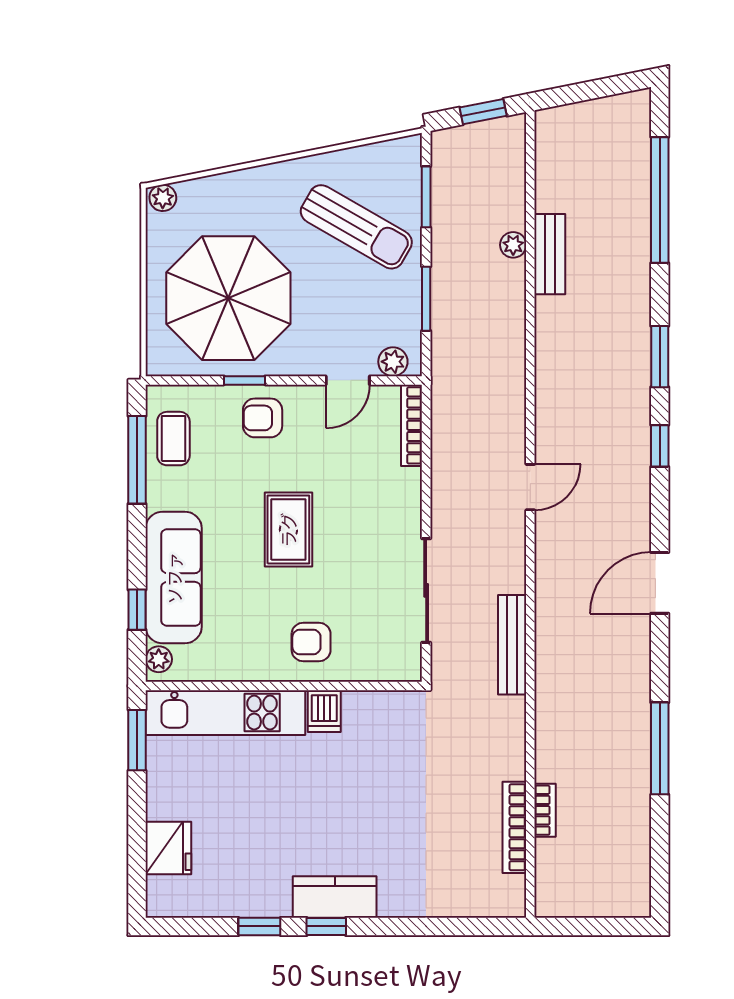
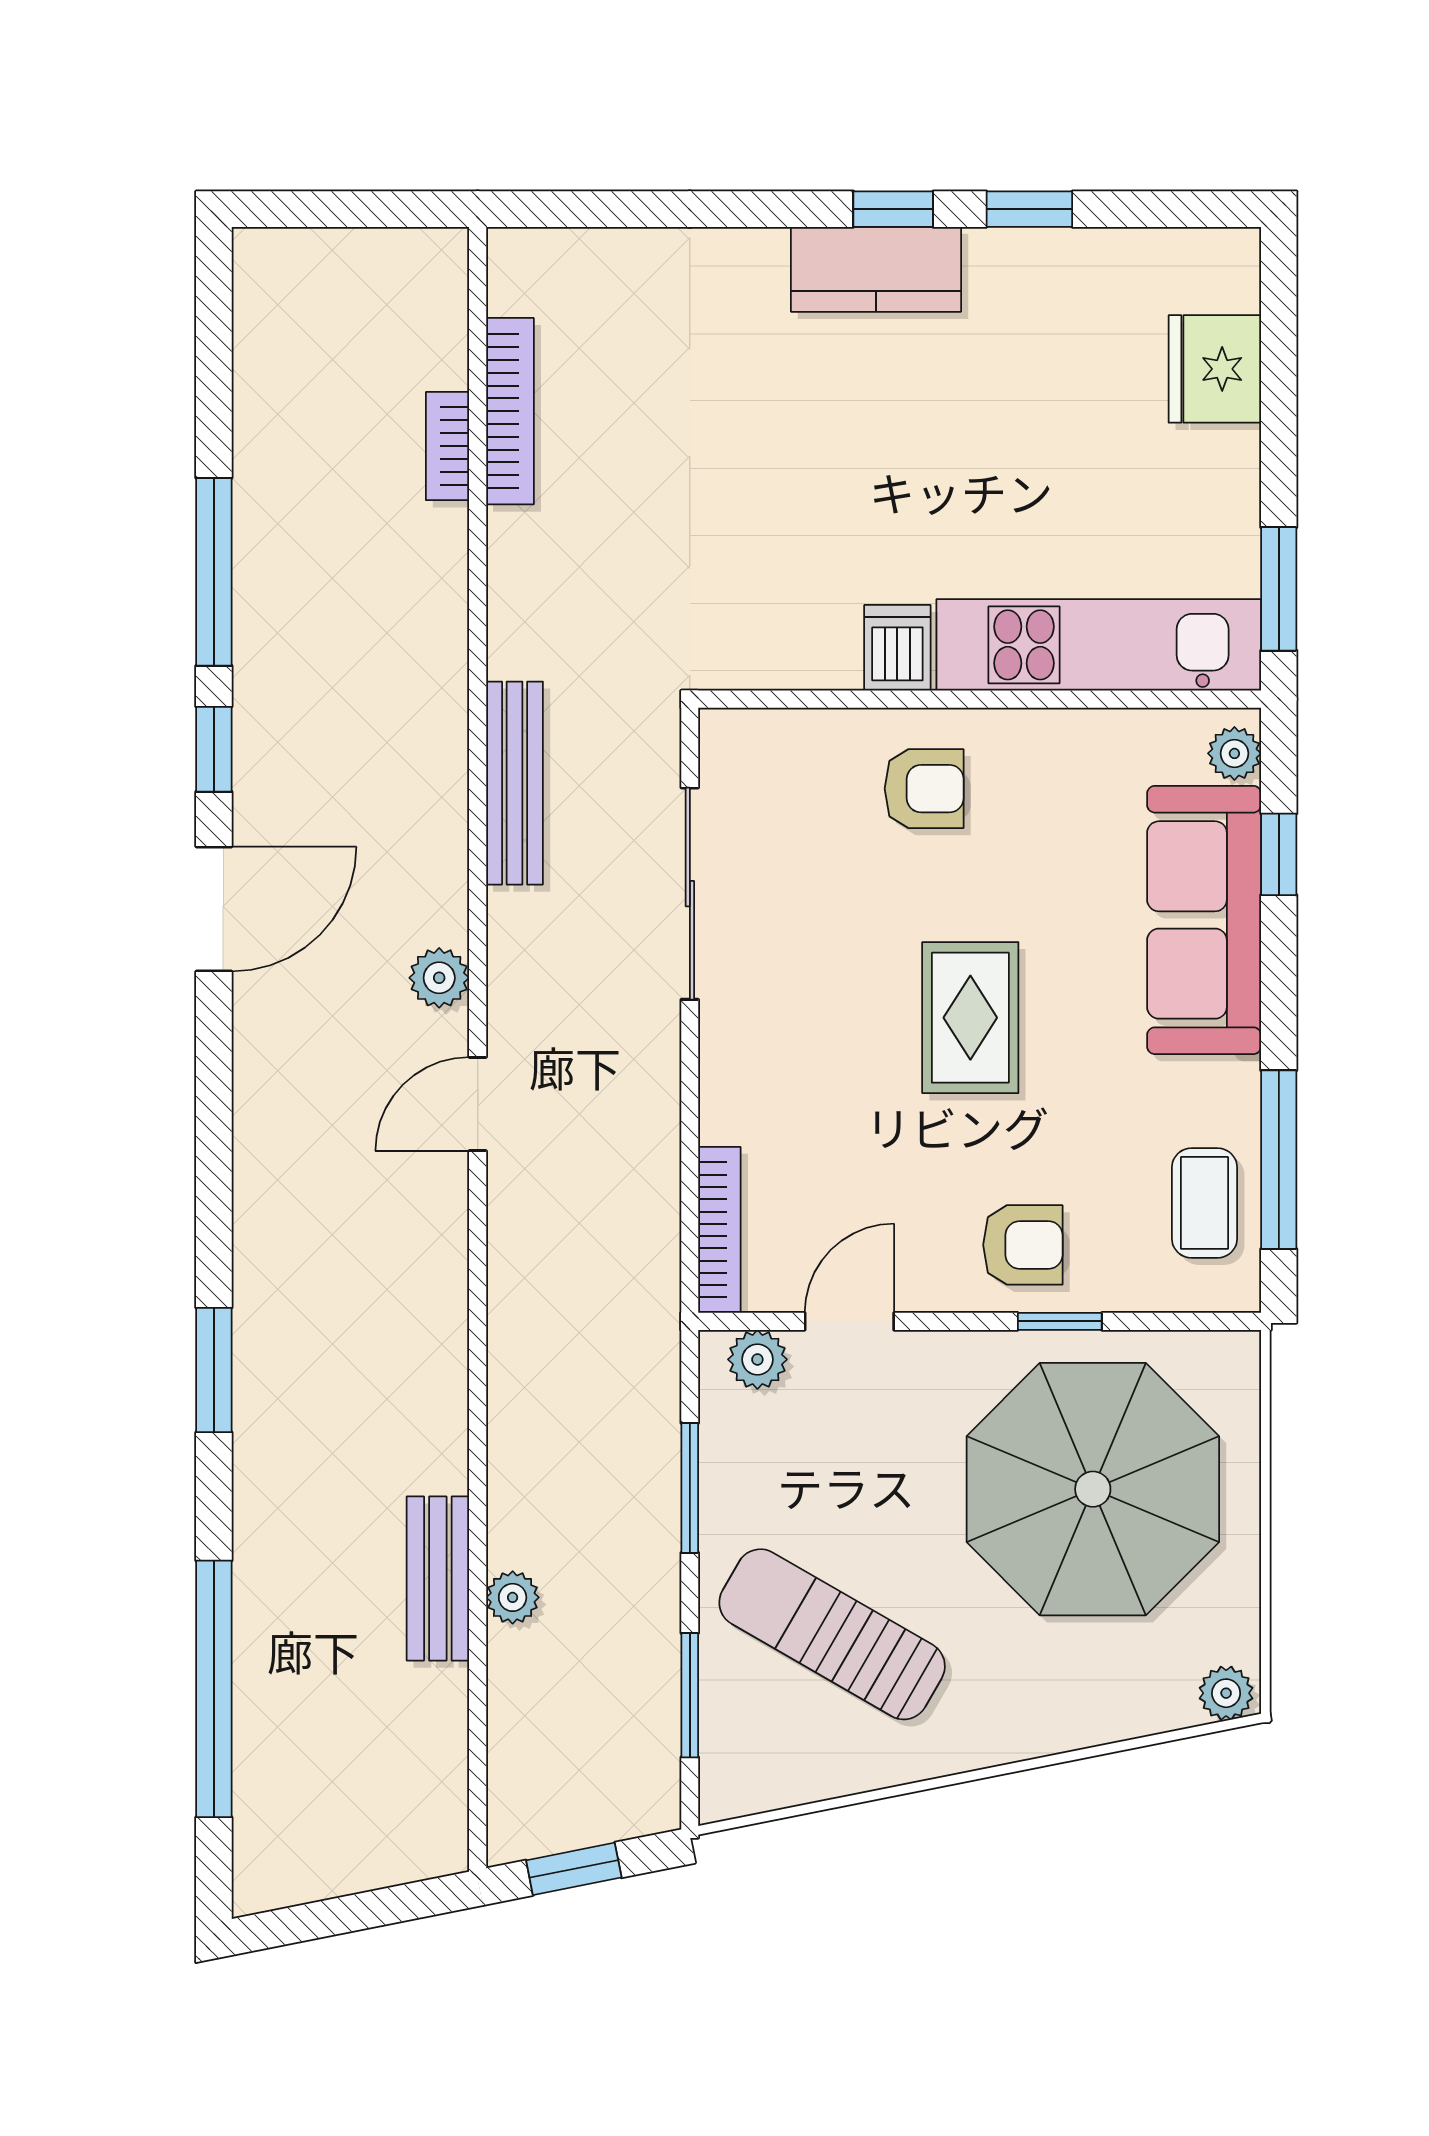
window: (660, 446) -> (214, 749), moved
plant: (549, 549) -> (439, 978), added

